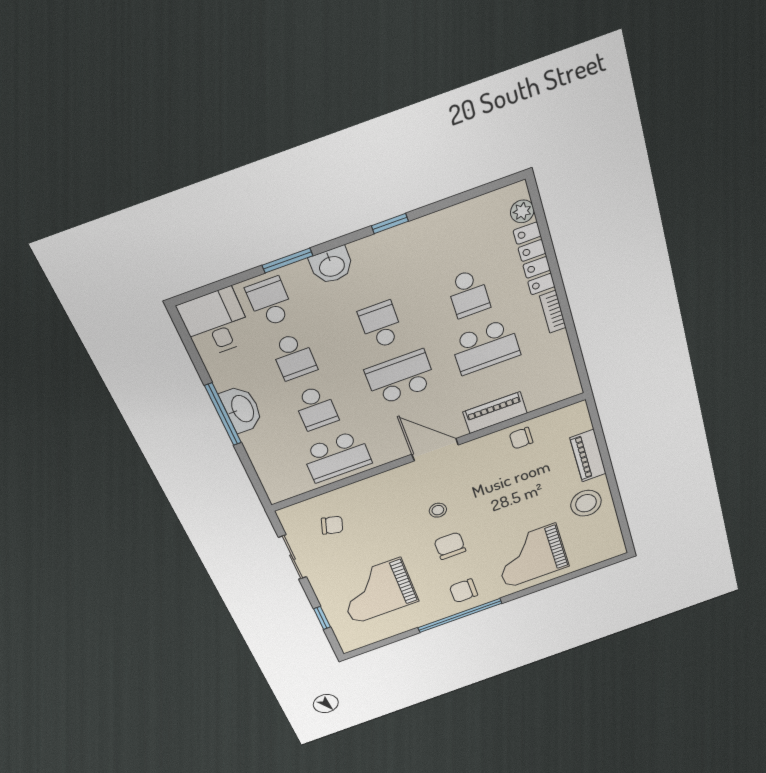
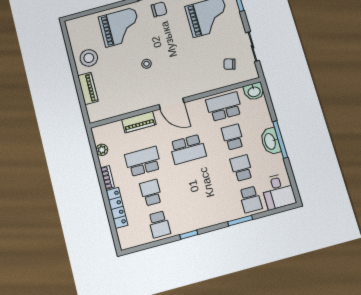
plant: (522, 211) -> (102, 150), moved
washbasin: (332, 266) -> (254, 91), moved, turned 180
school desk: (381, 325) -> (159, 224), moved
chair: (521, 438) -> (125, 104), removed
stool: (438, 510) -> (146, 64), moved
chair: (450, 546) -> (166, 41), removed

